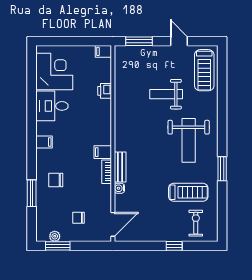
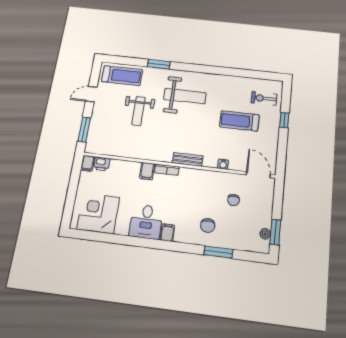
printer: (105, 91) -> (102, 164), moved
desk: (52, 106) -> (146, 222), moved
filing cabinet: (103, 152) -> (147, 171), moved
bench: (120, 167) -> (188, 159), moved
window: (222, 169) -> (159, 64), moved
bookcase: (107, 172) -> (167, 170), moved
treadmill: (188, 192) -> (239, 121), moved, turned -90
chair: (78, 218) -> (233, 200), moved

